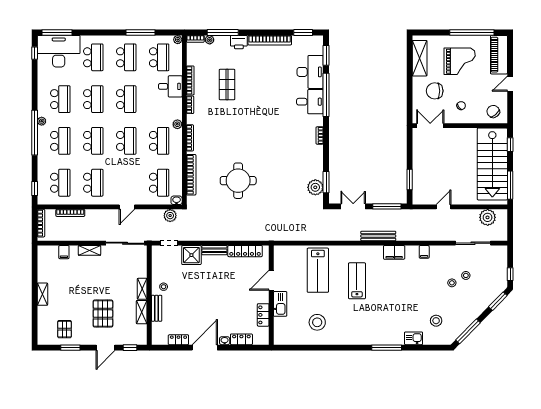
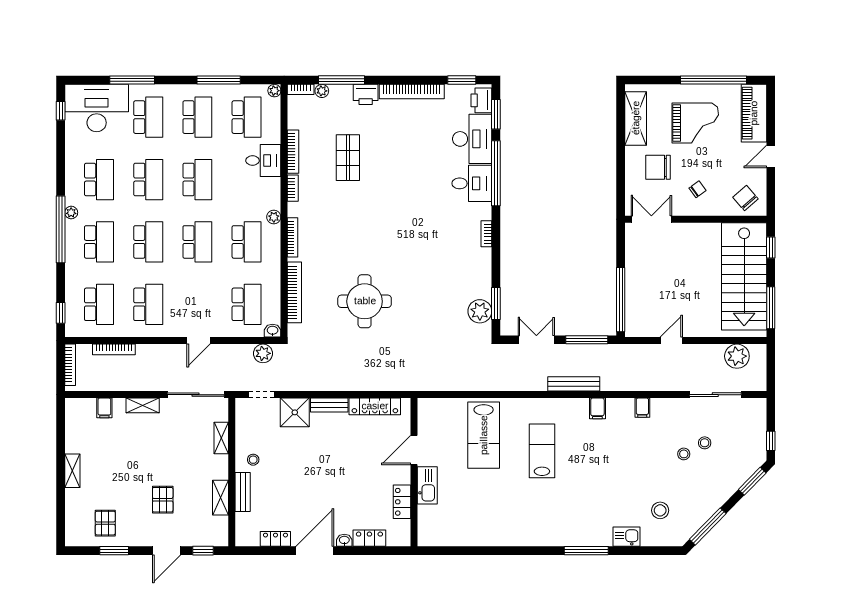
window: (57, 32) -> (132, 80), moved
printer: (316, 46) -> (481, 100), added
window: (410, 180) -> (621, 300), width x2.11
filing cabinet: (394, 252) -> (597, 408), width x0.50
shelving: (142, 289) -> (221, 438), moved
pallet: (103, 314) -> (163, 500), width x0.67, depth x0.71
stool: (317, 322) -> (483, 513), removed

